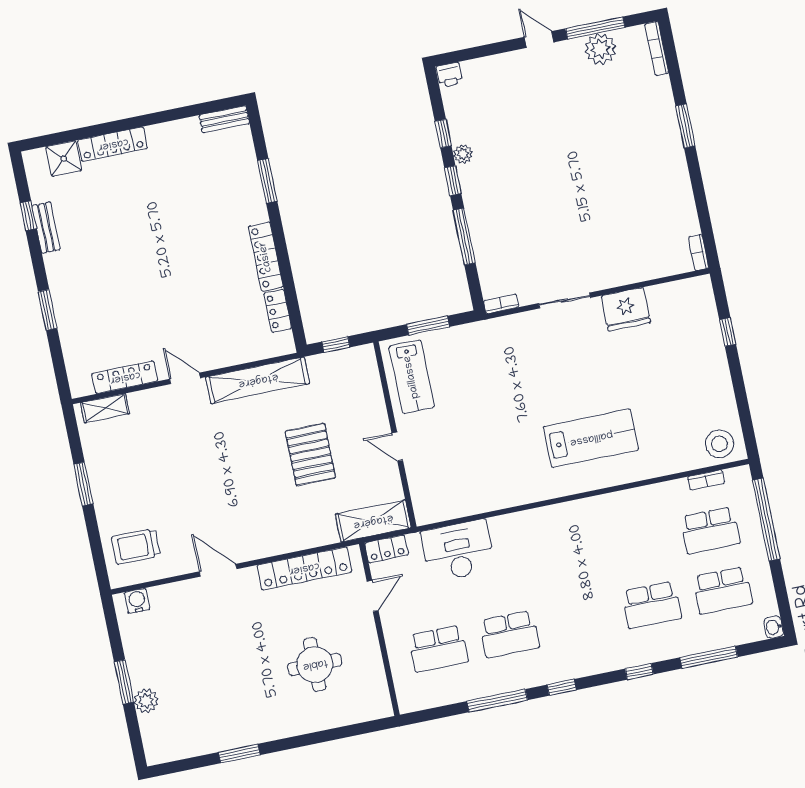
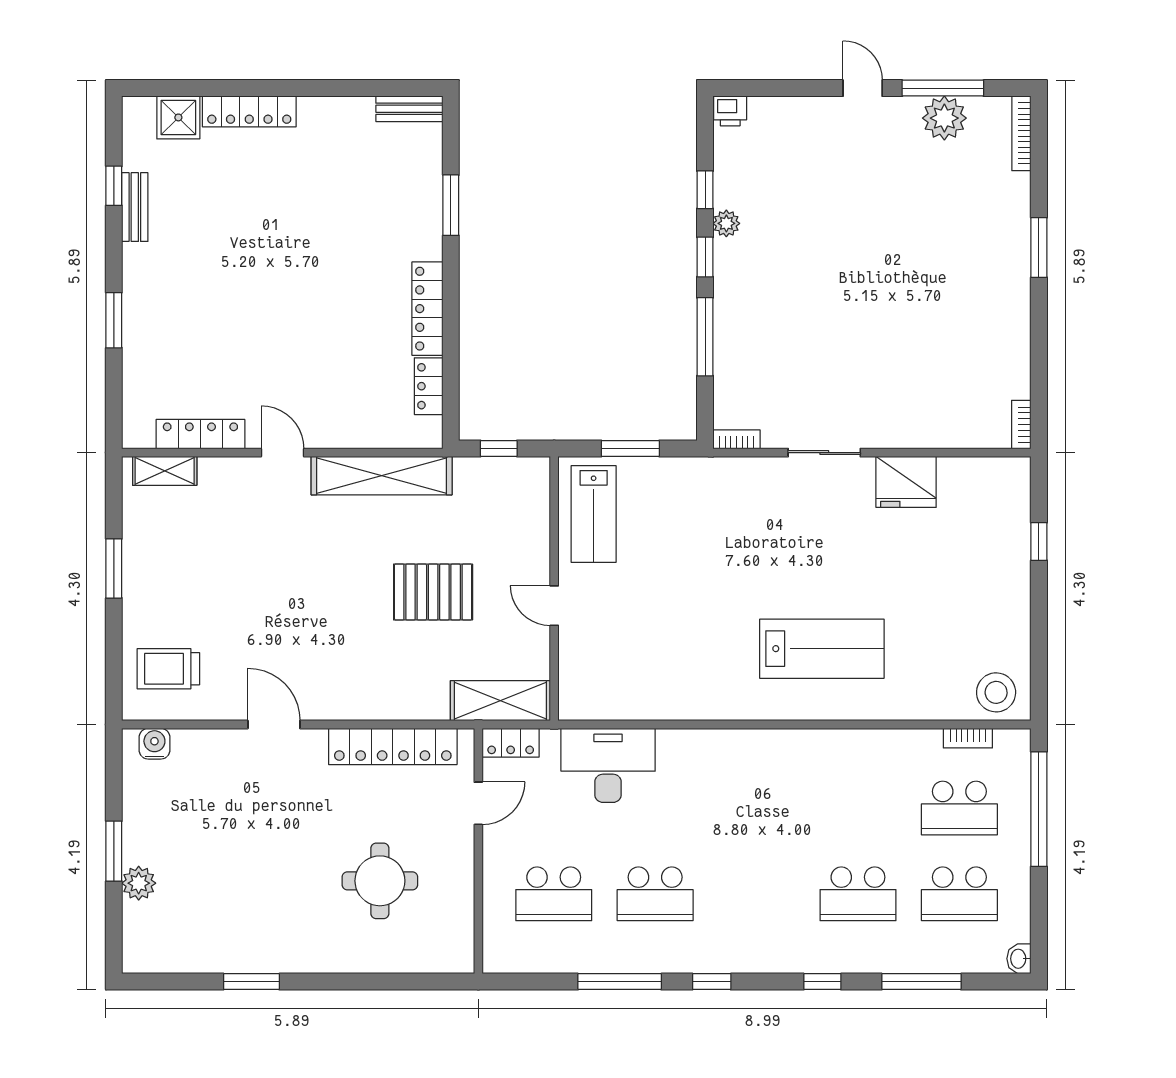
pallet: (310, 454) -> (433, 592), turned 90

